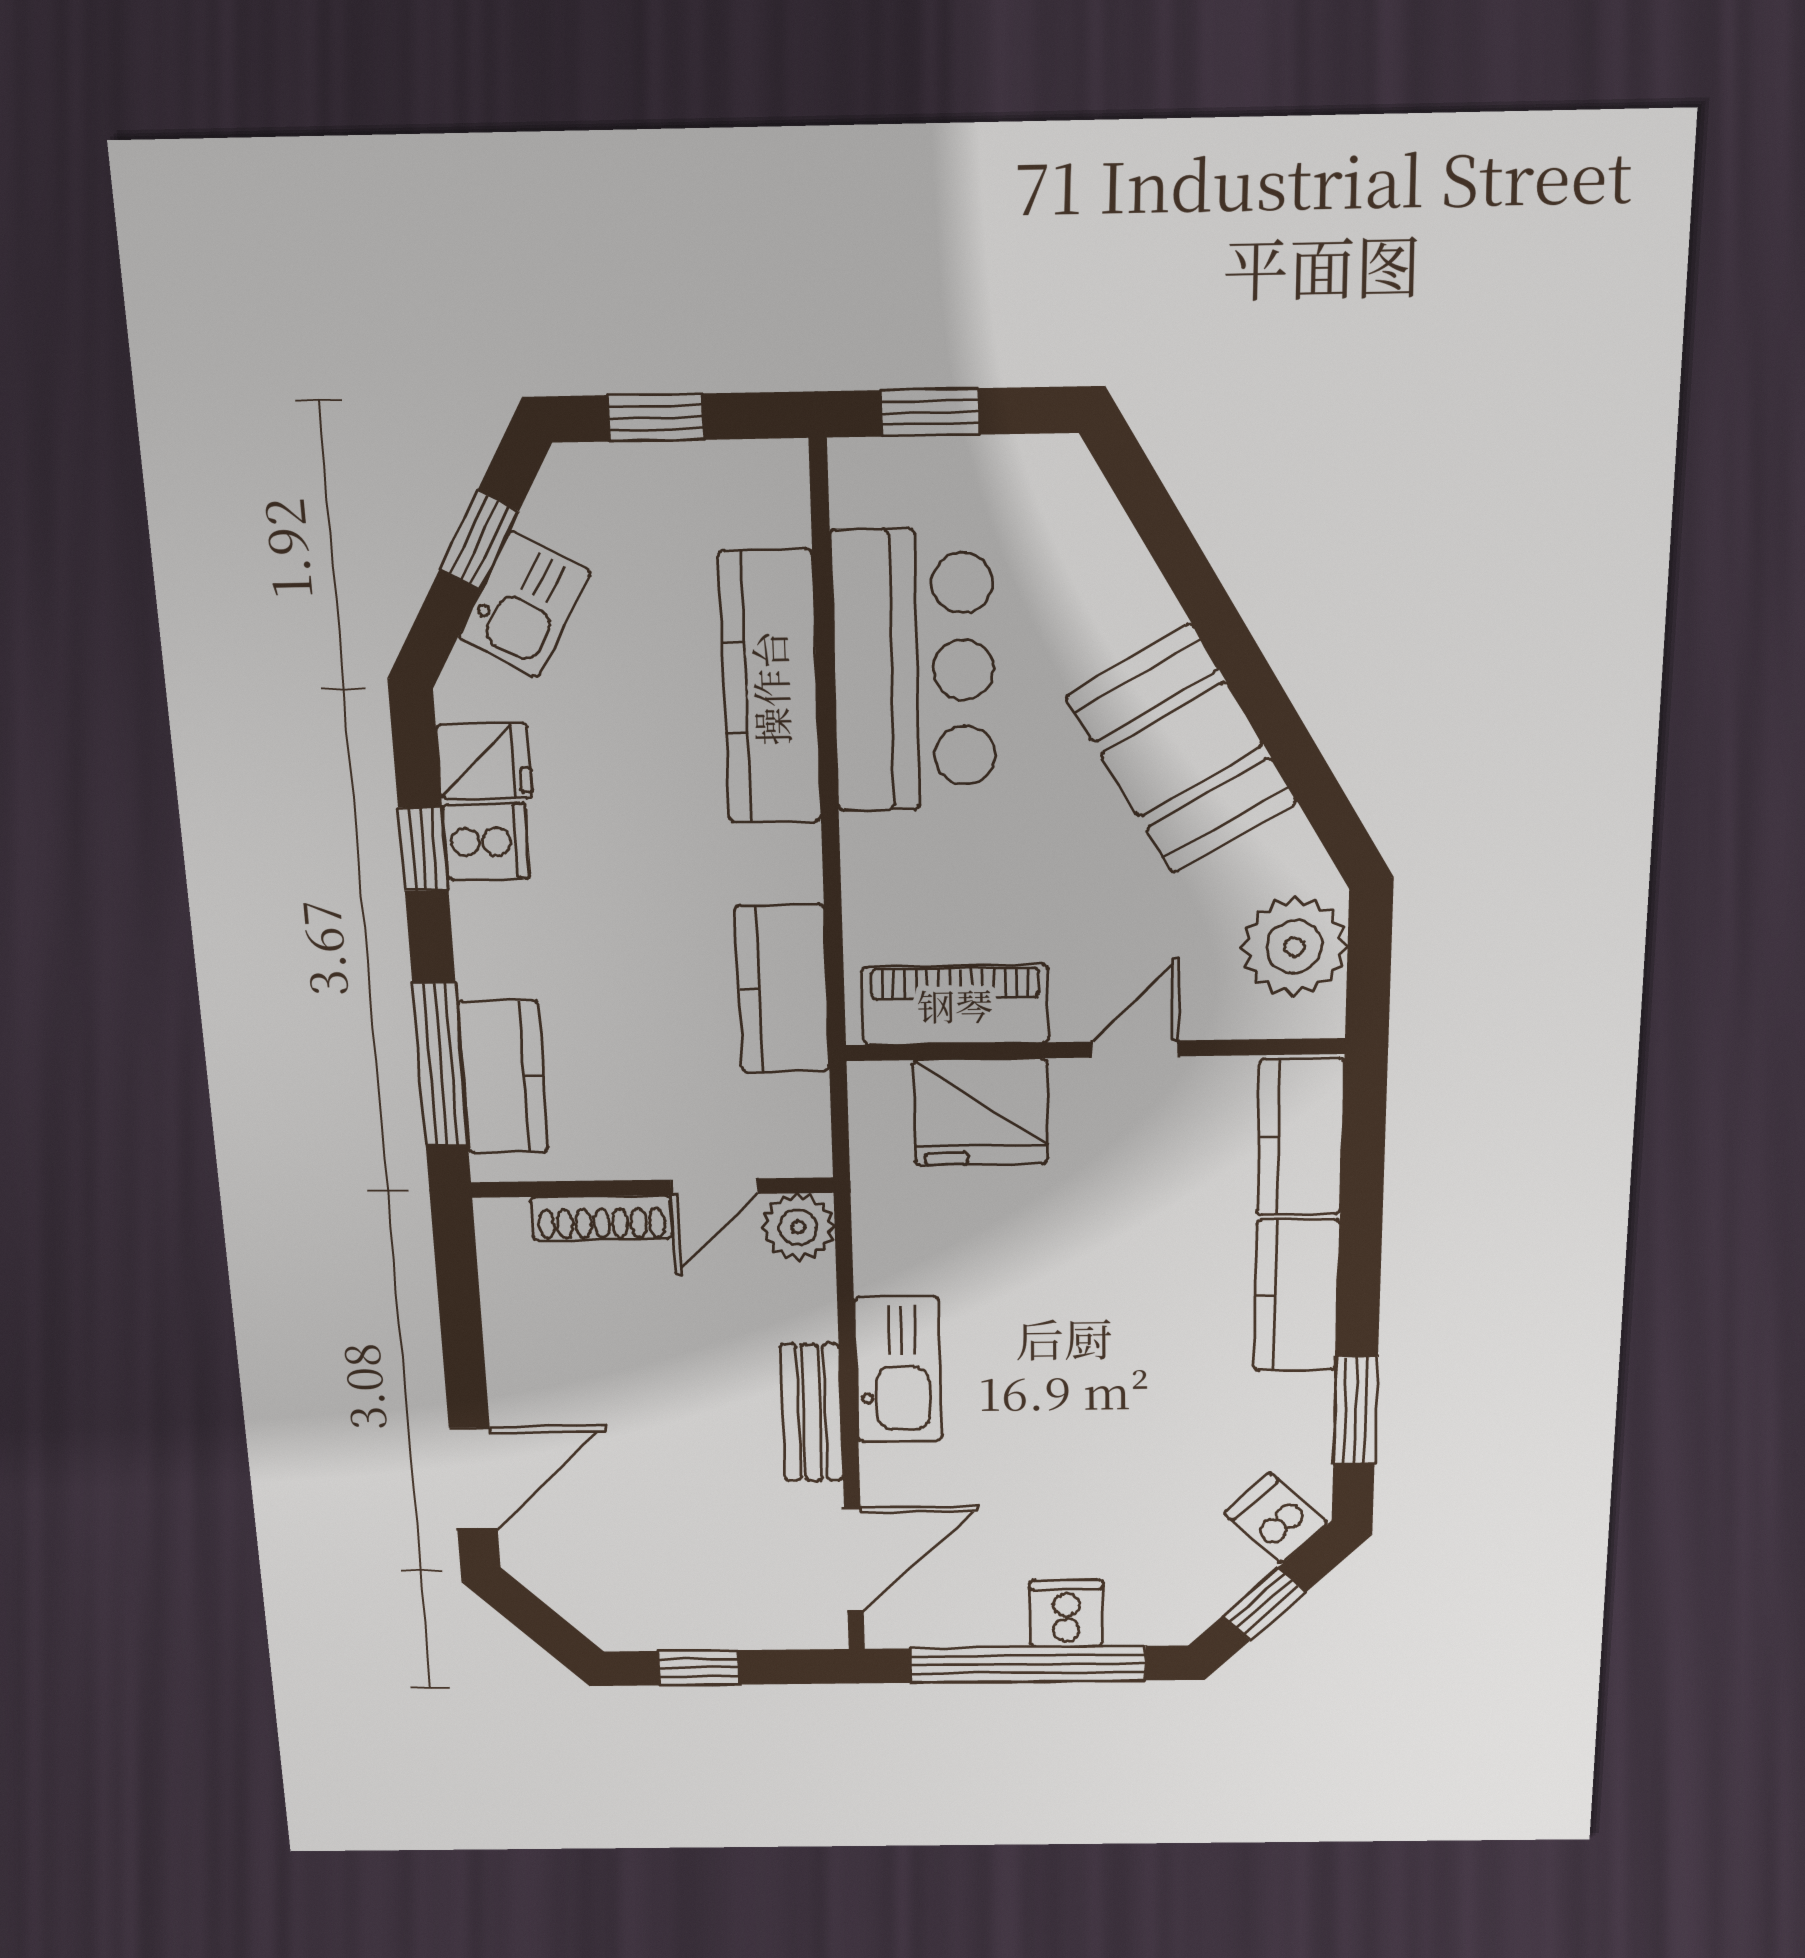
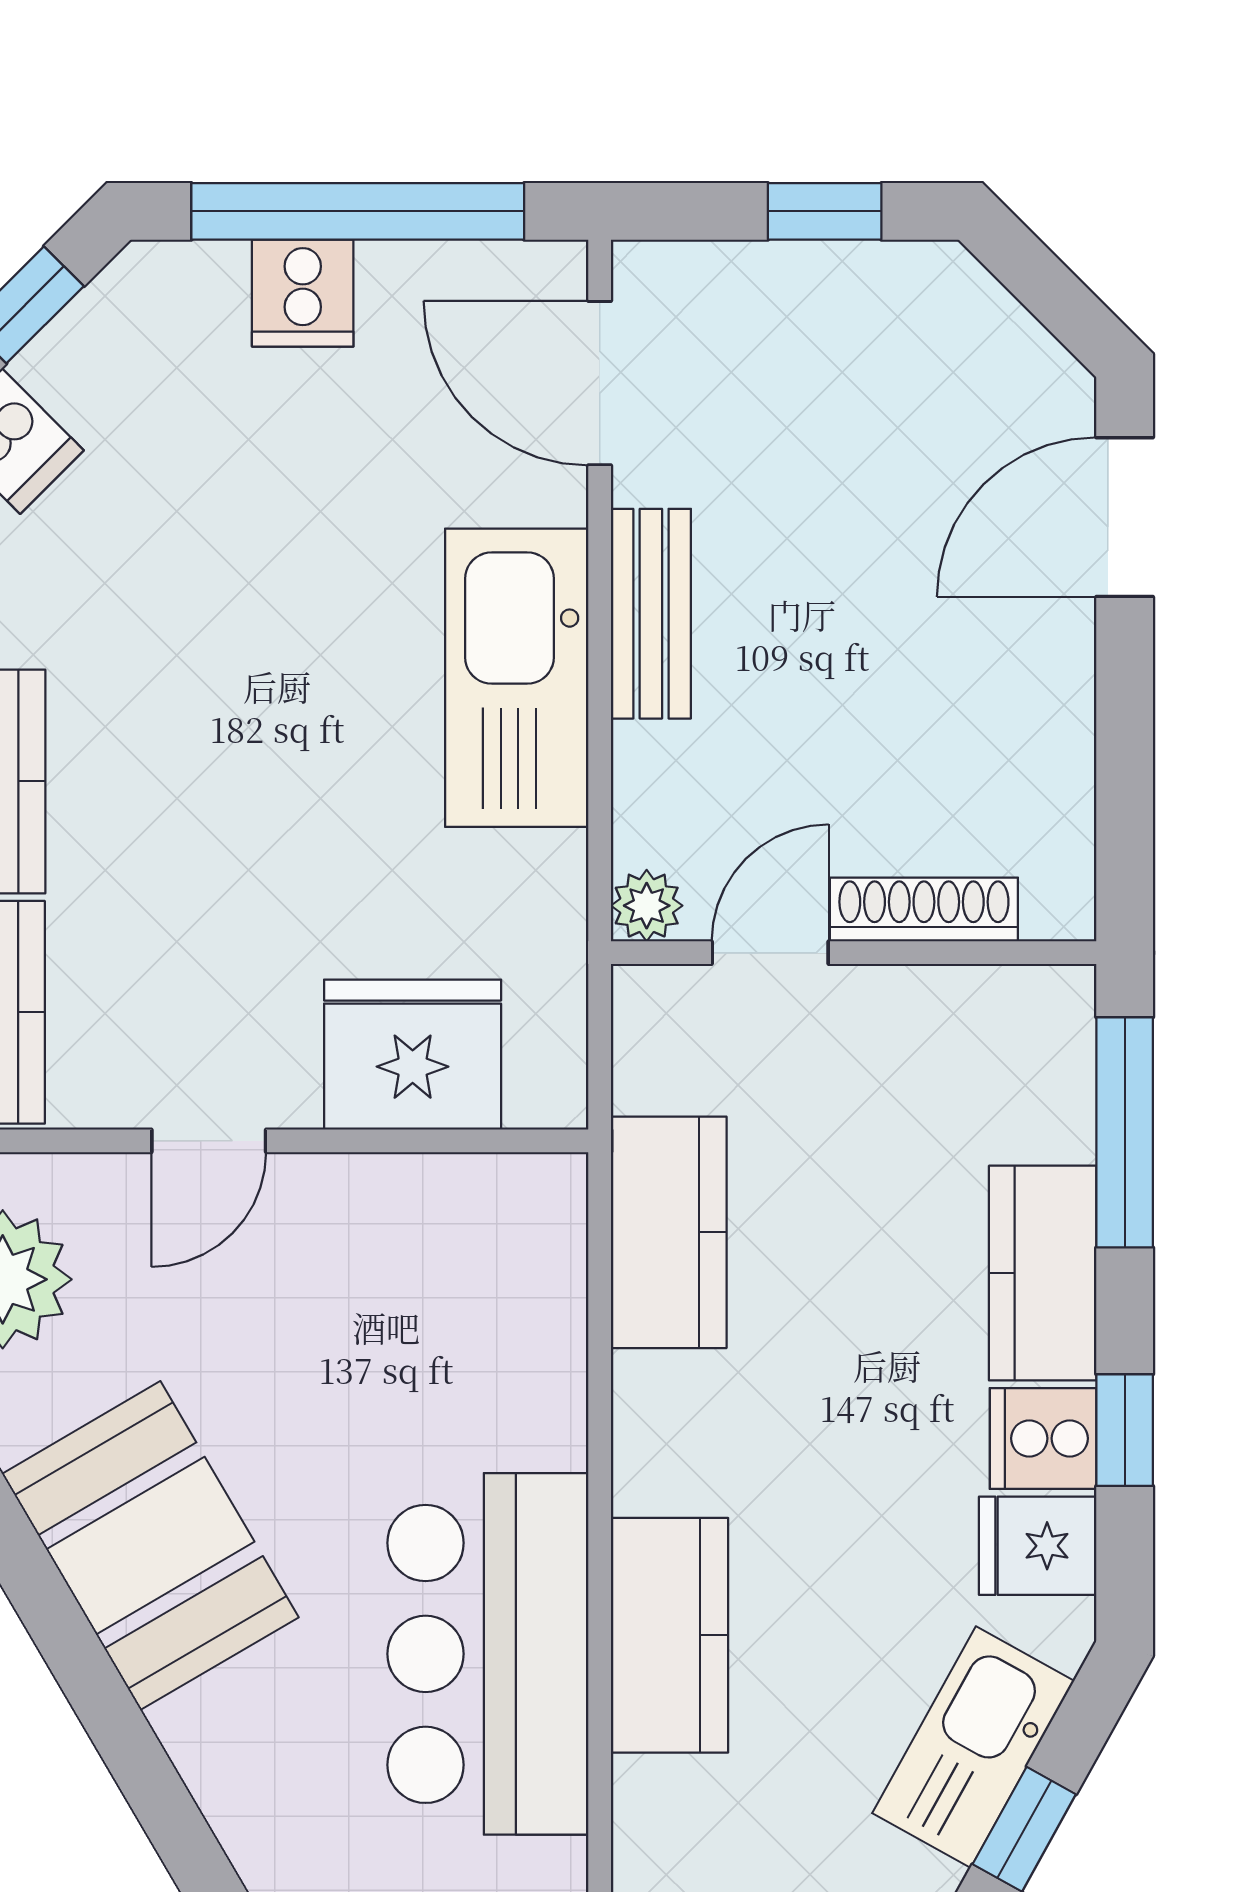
kitchen sink: (525, 605) -> (973, 1747), width x1.38
kitchen counter: (770, 688) -> (670, 1635), width x0.67
piano: (955, 1005) -> (443, 1207), removed
kitchen counter: (503, 1077) -> (1043, 1273), moved
plant: (798, 1227) -> (647, 906), width x0.73, depth x0.73
kitchen sink: (898, 1370) -> (517, 678), width x1.36, depth x1.24
door: (854, 1560) -> (600, 383), hinge flipped

